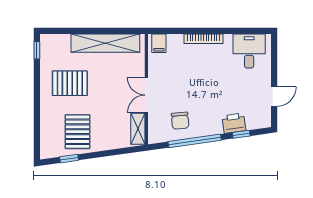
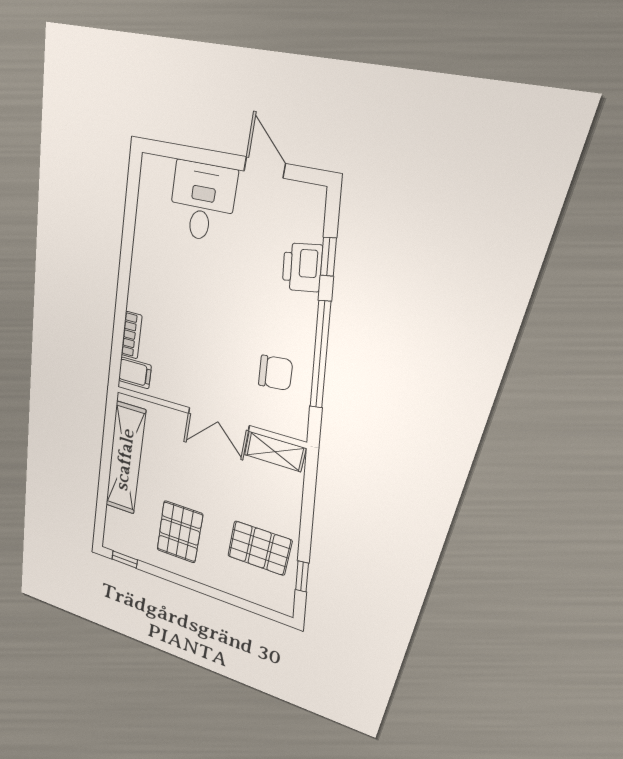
bookcase: (204, 39) -> (131, 335), moved, width x0.64
desk: (249, 51) -> (202, 202), moved, turned 90

